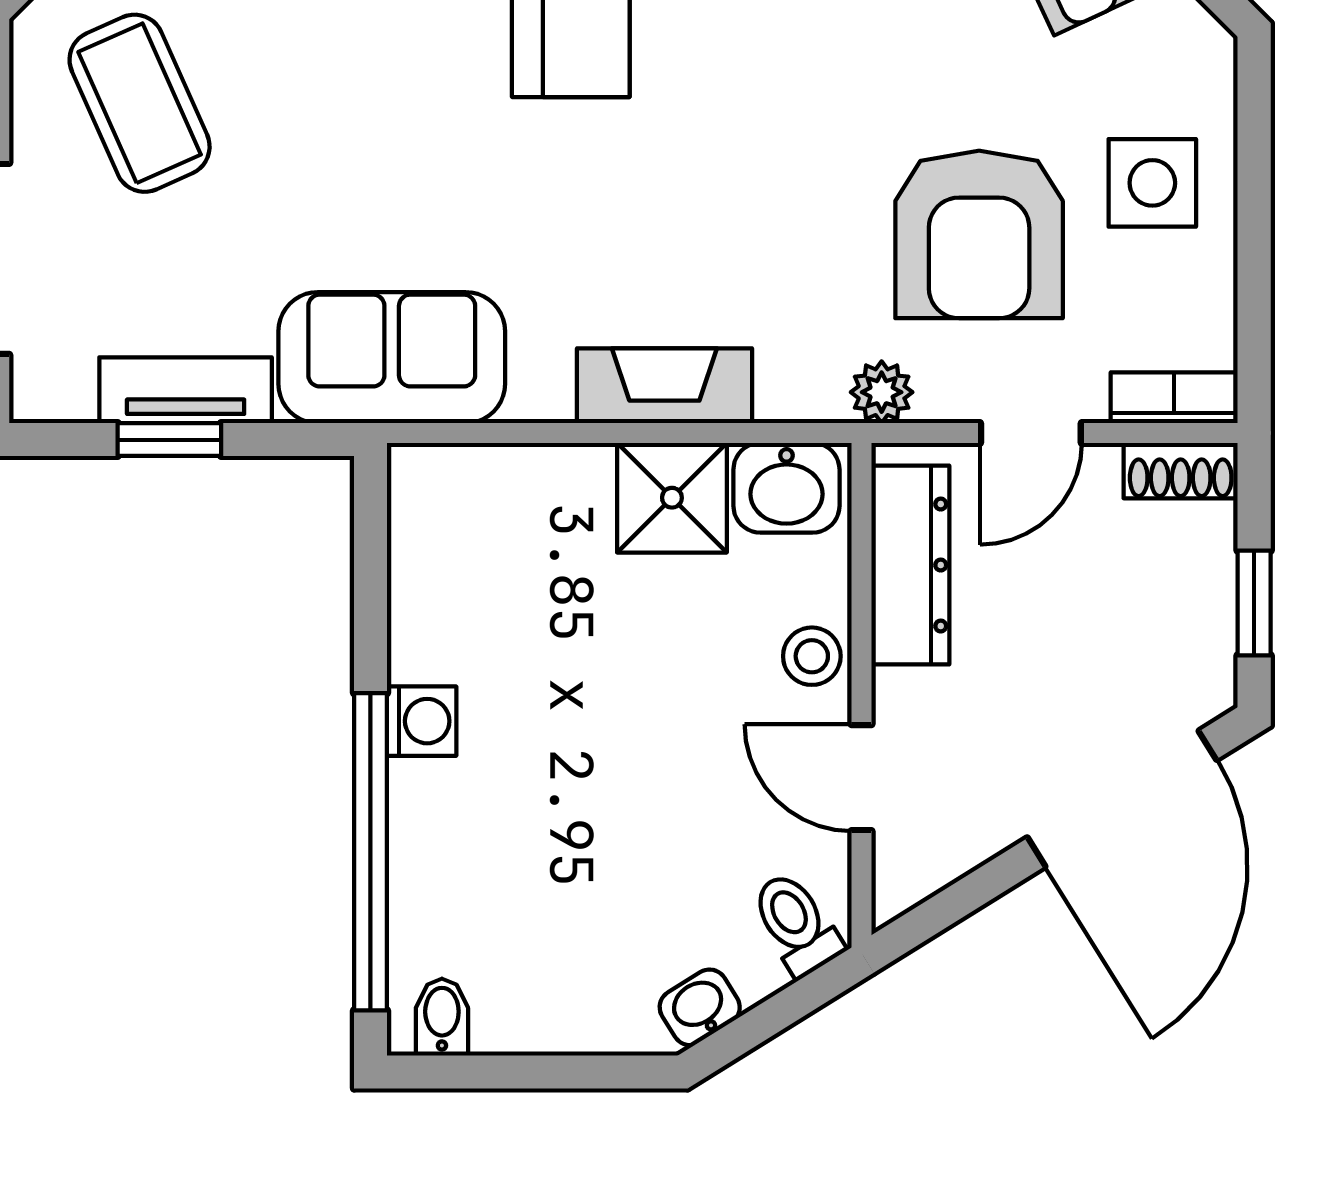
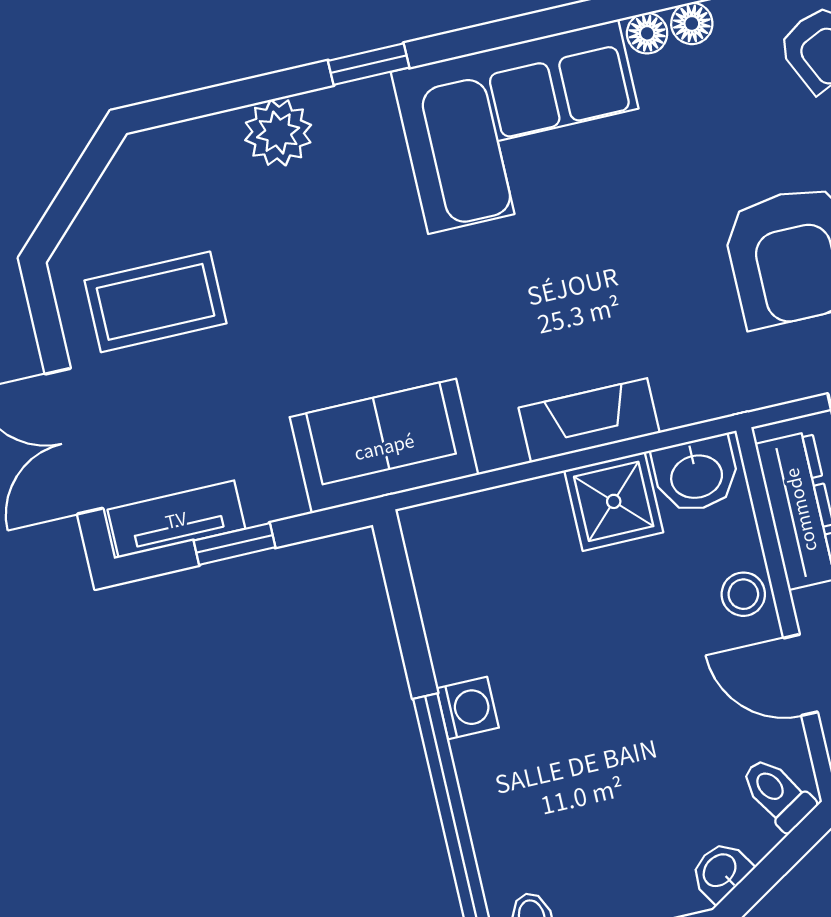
coffee table: (140, 103) -> (156, 302), turned -66
tv unit: (186, 390) -> (176, 519), moved
plant: (882, 392) -> (750, 388), removed

